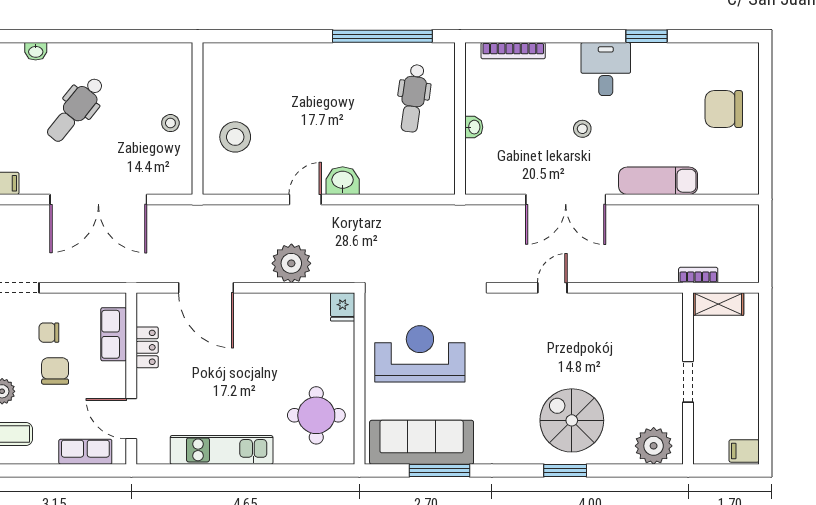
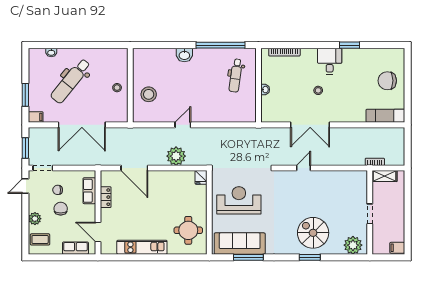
dental chair: (75, 109) -> (71, 81), width x1.36, depth x1.38
washbasin: (343, 181) -> (184, 55), moved, turned 180
exam couch: (658, 181) -> (385, 116), moved

